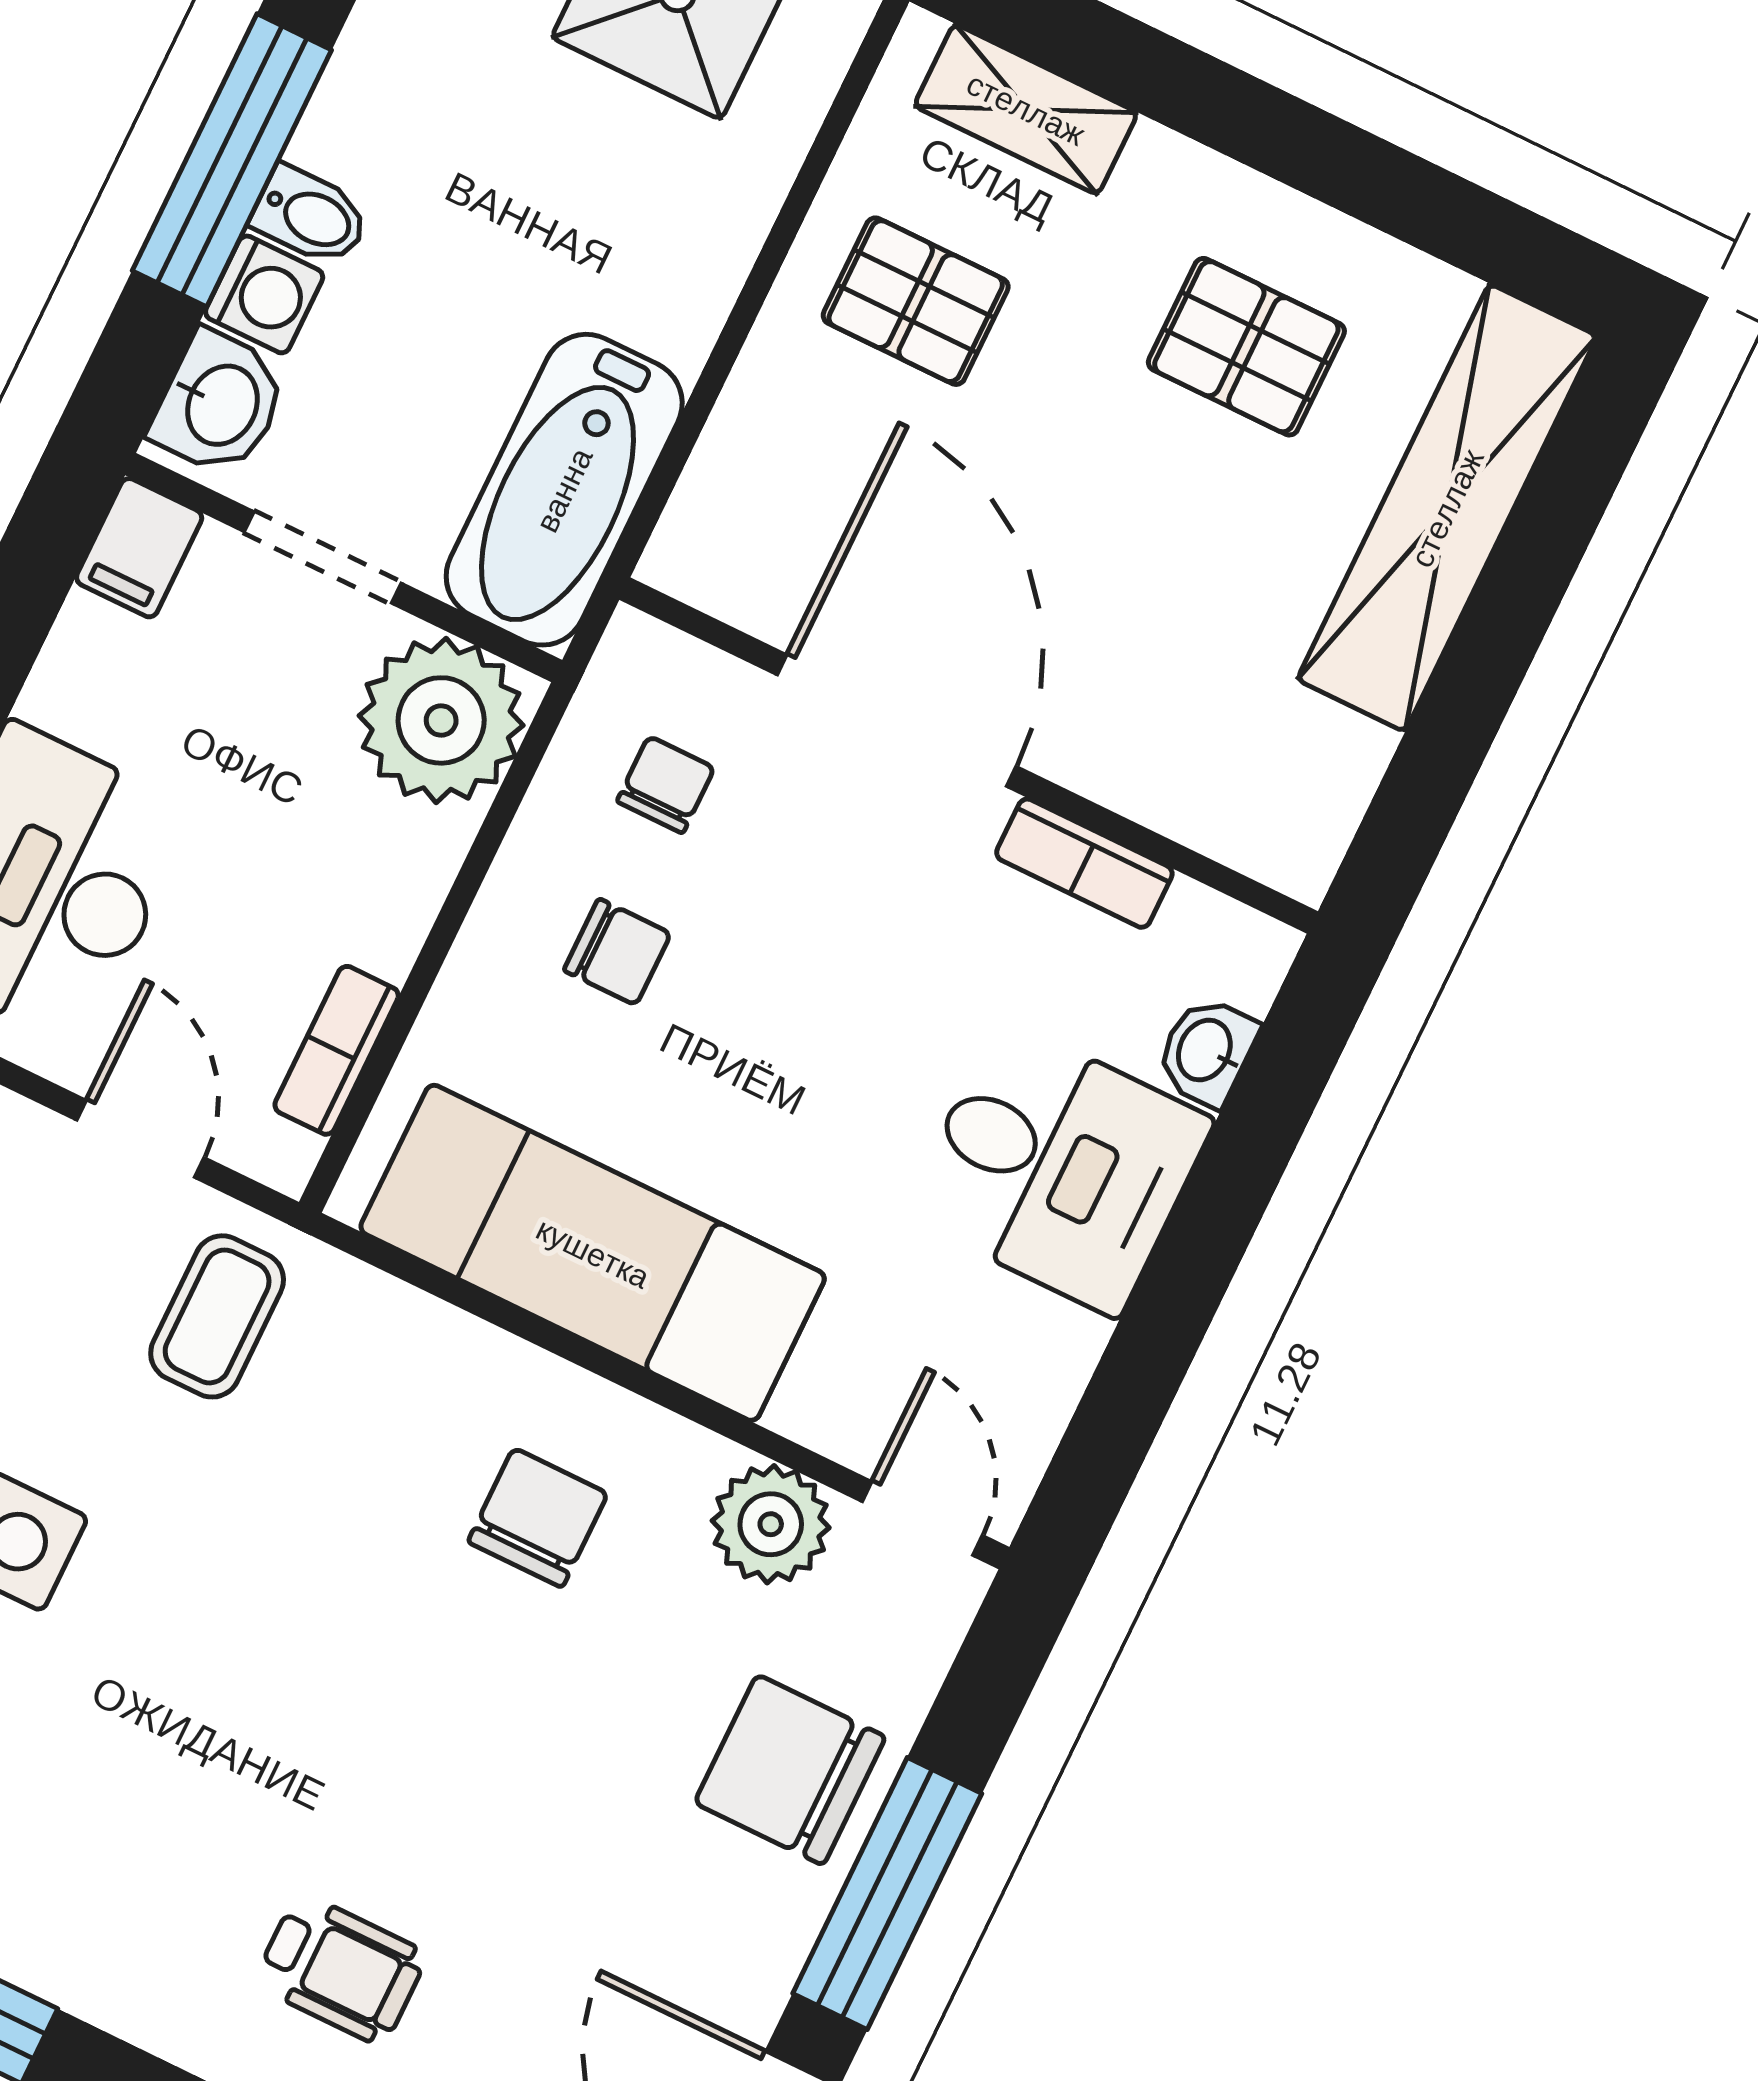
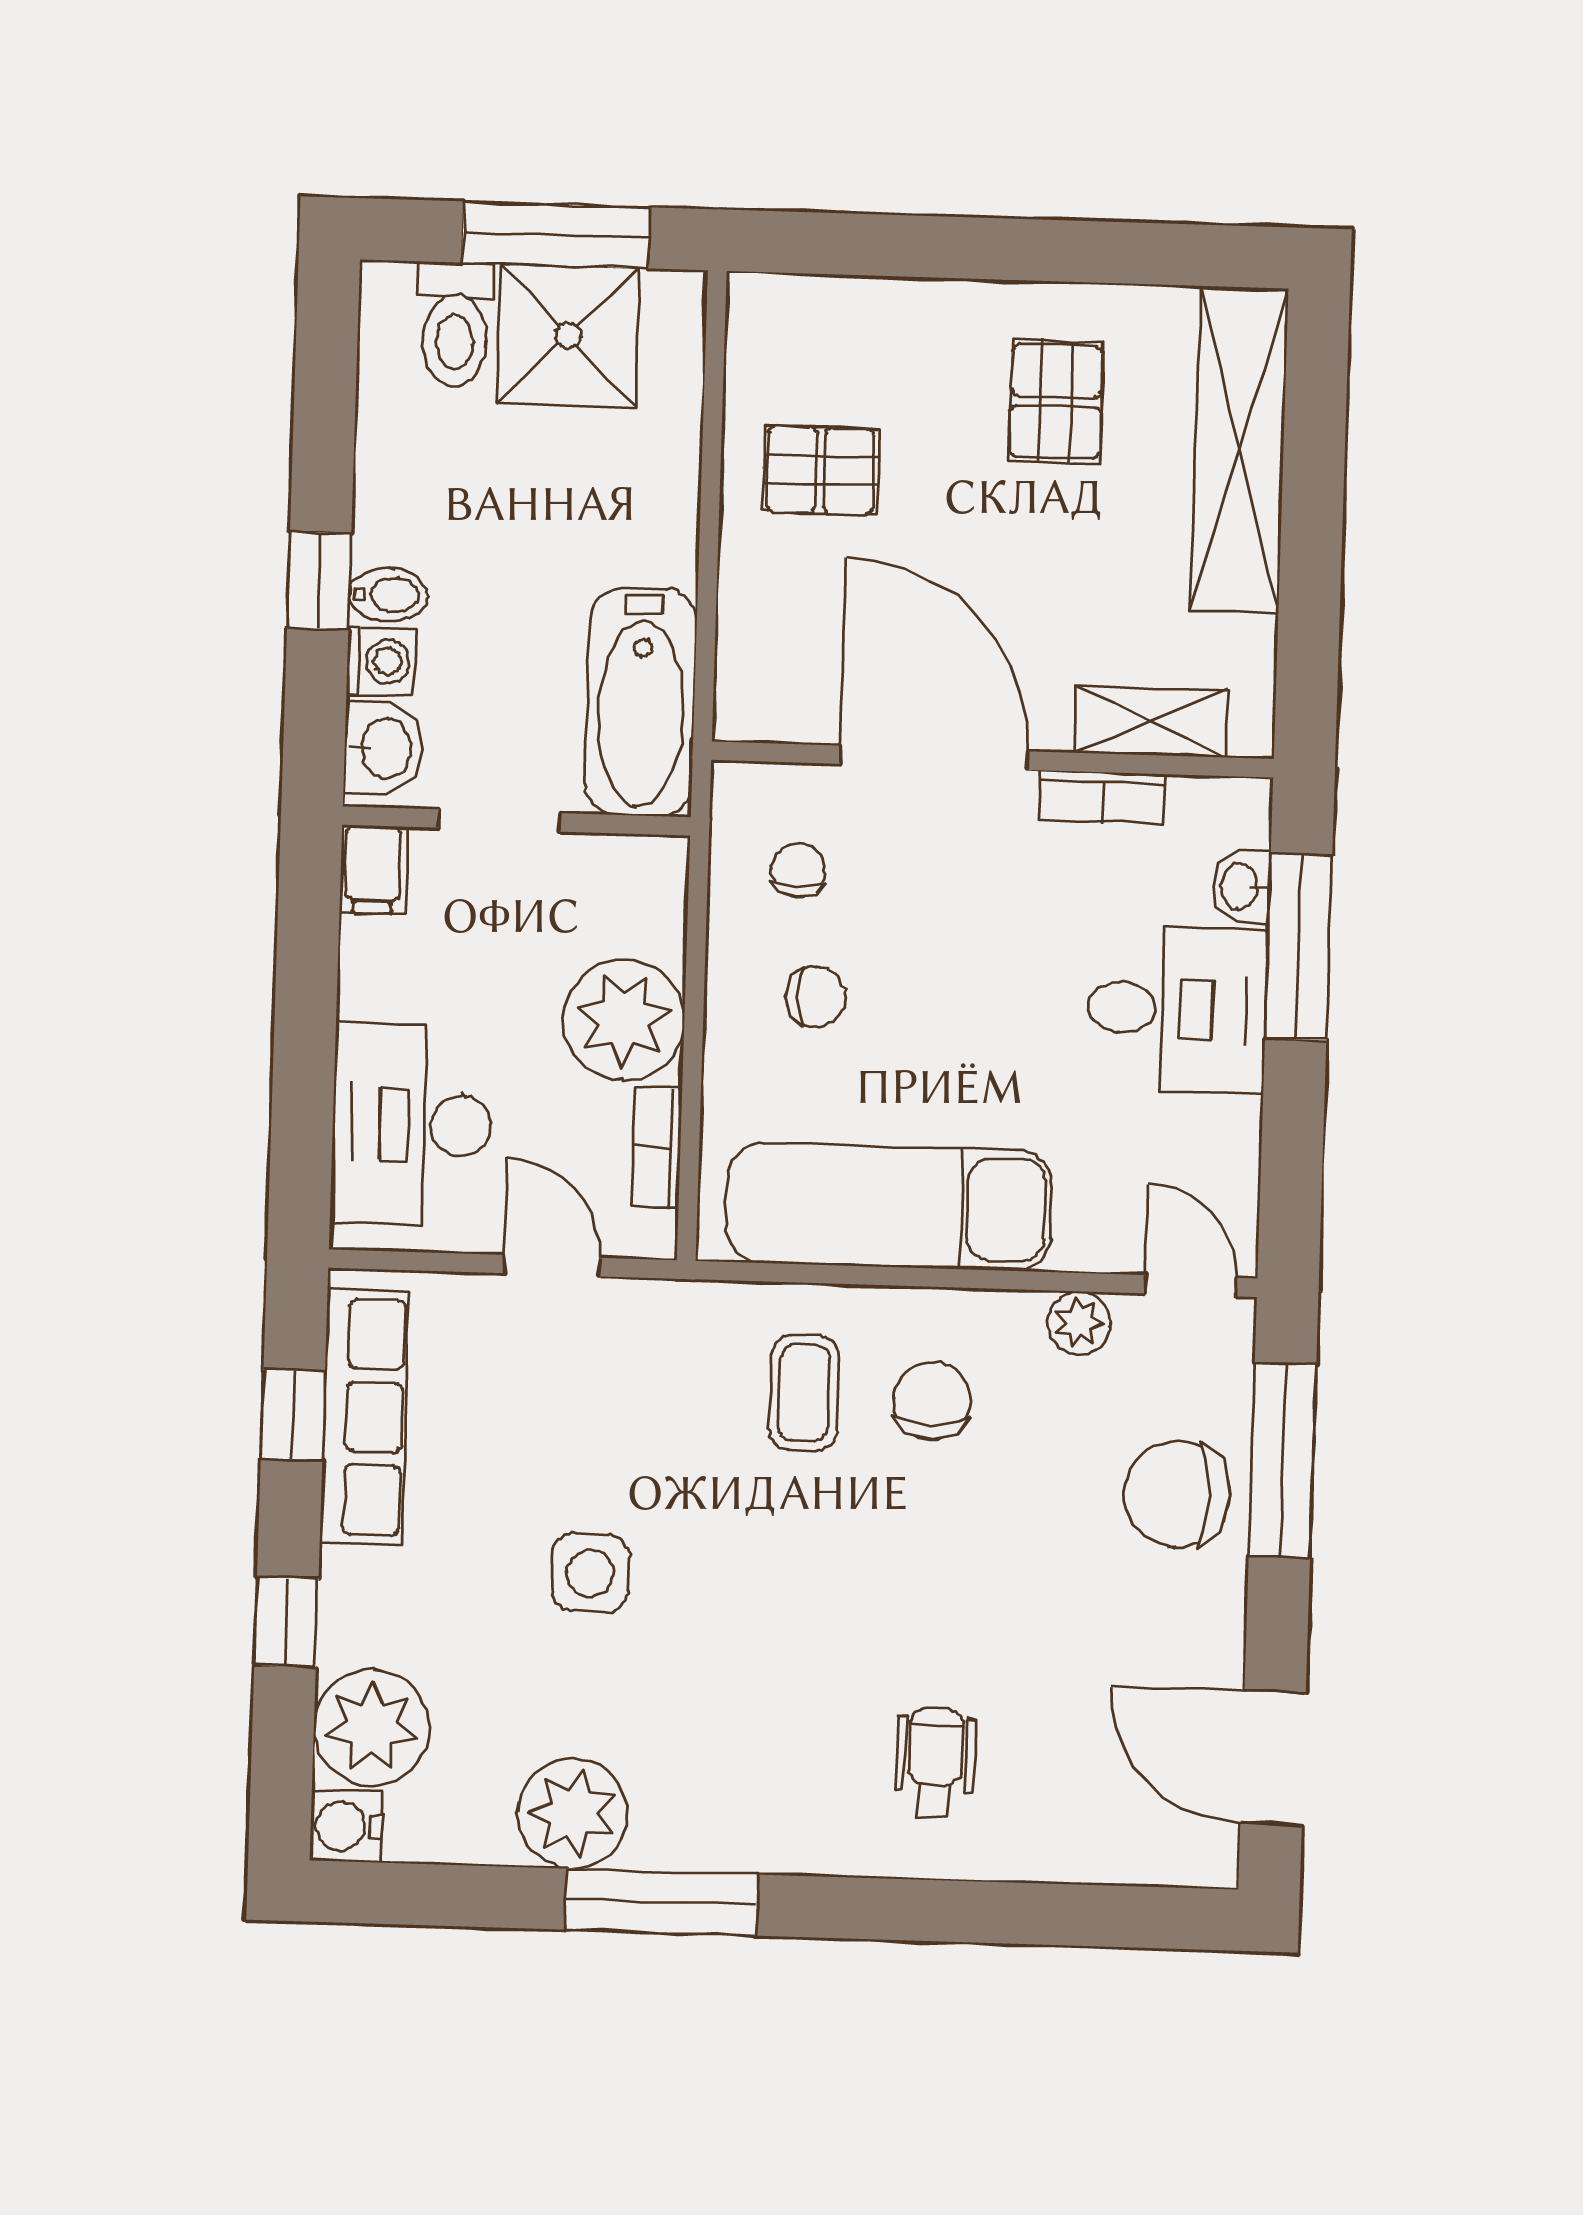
shelving: (1026, 109) -> (1151, 721), moved
window: (232, 160) -> (319, 581), width x0.46
pallet: (1246, 347) -> (1056, 402), turned 90
plant: (441, 720) -> (624, 1020), moved
window: (1244, 1158) -> (1299, 947), added
coffee table: (217, 1316) -> (804, 1393), moved
plant: (771, 1524) -> (1079, 1323), width x0.73, depth x0.73
window: (887, 1893) -> (1282, 1460), moved
wheelchair: (341, 1969) -> (935, 1763), turned -89

